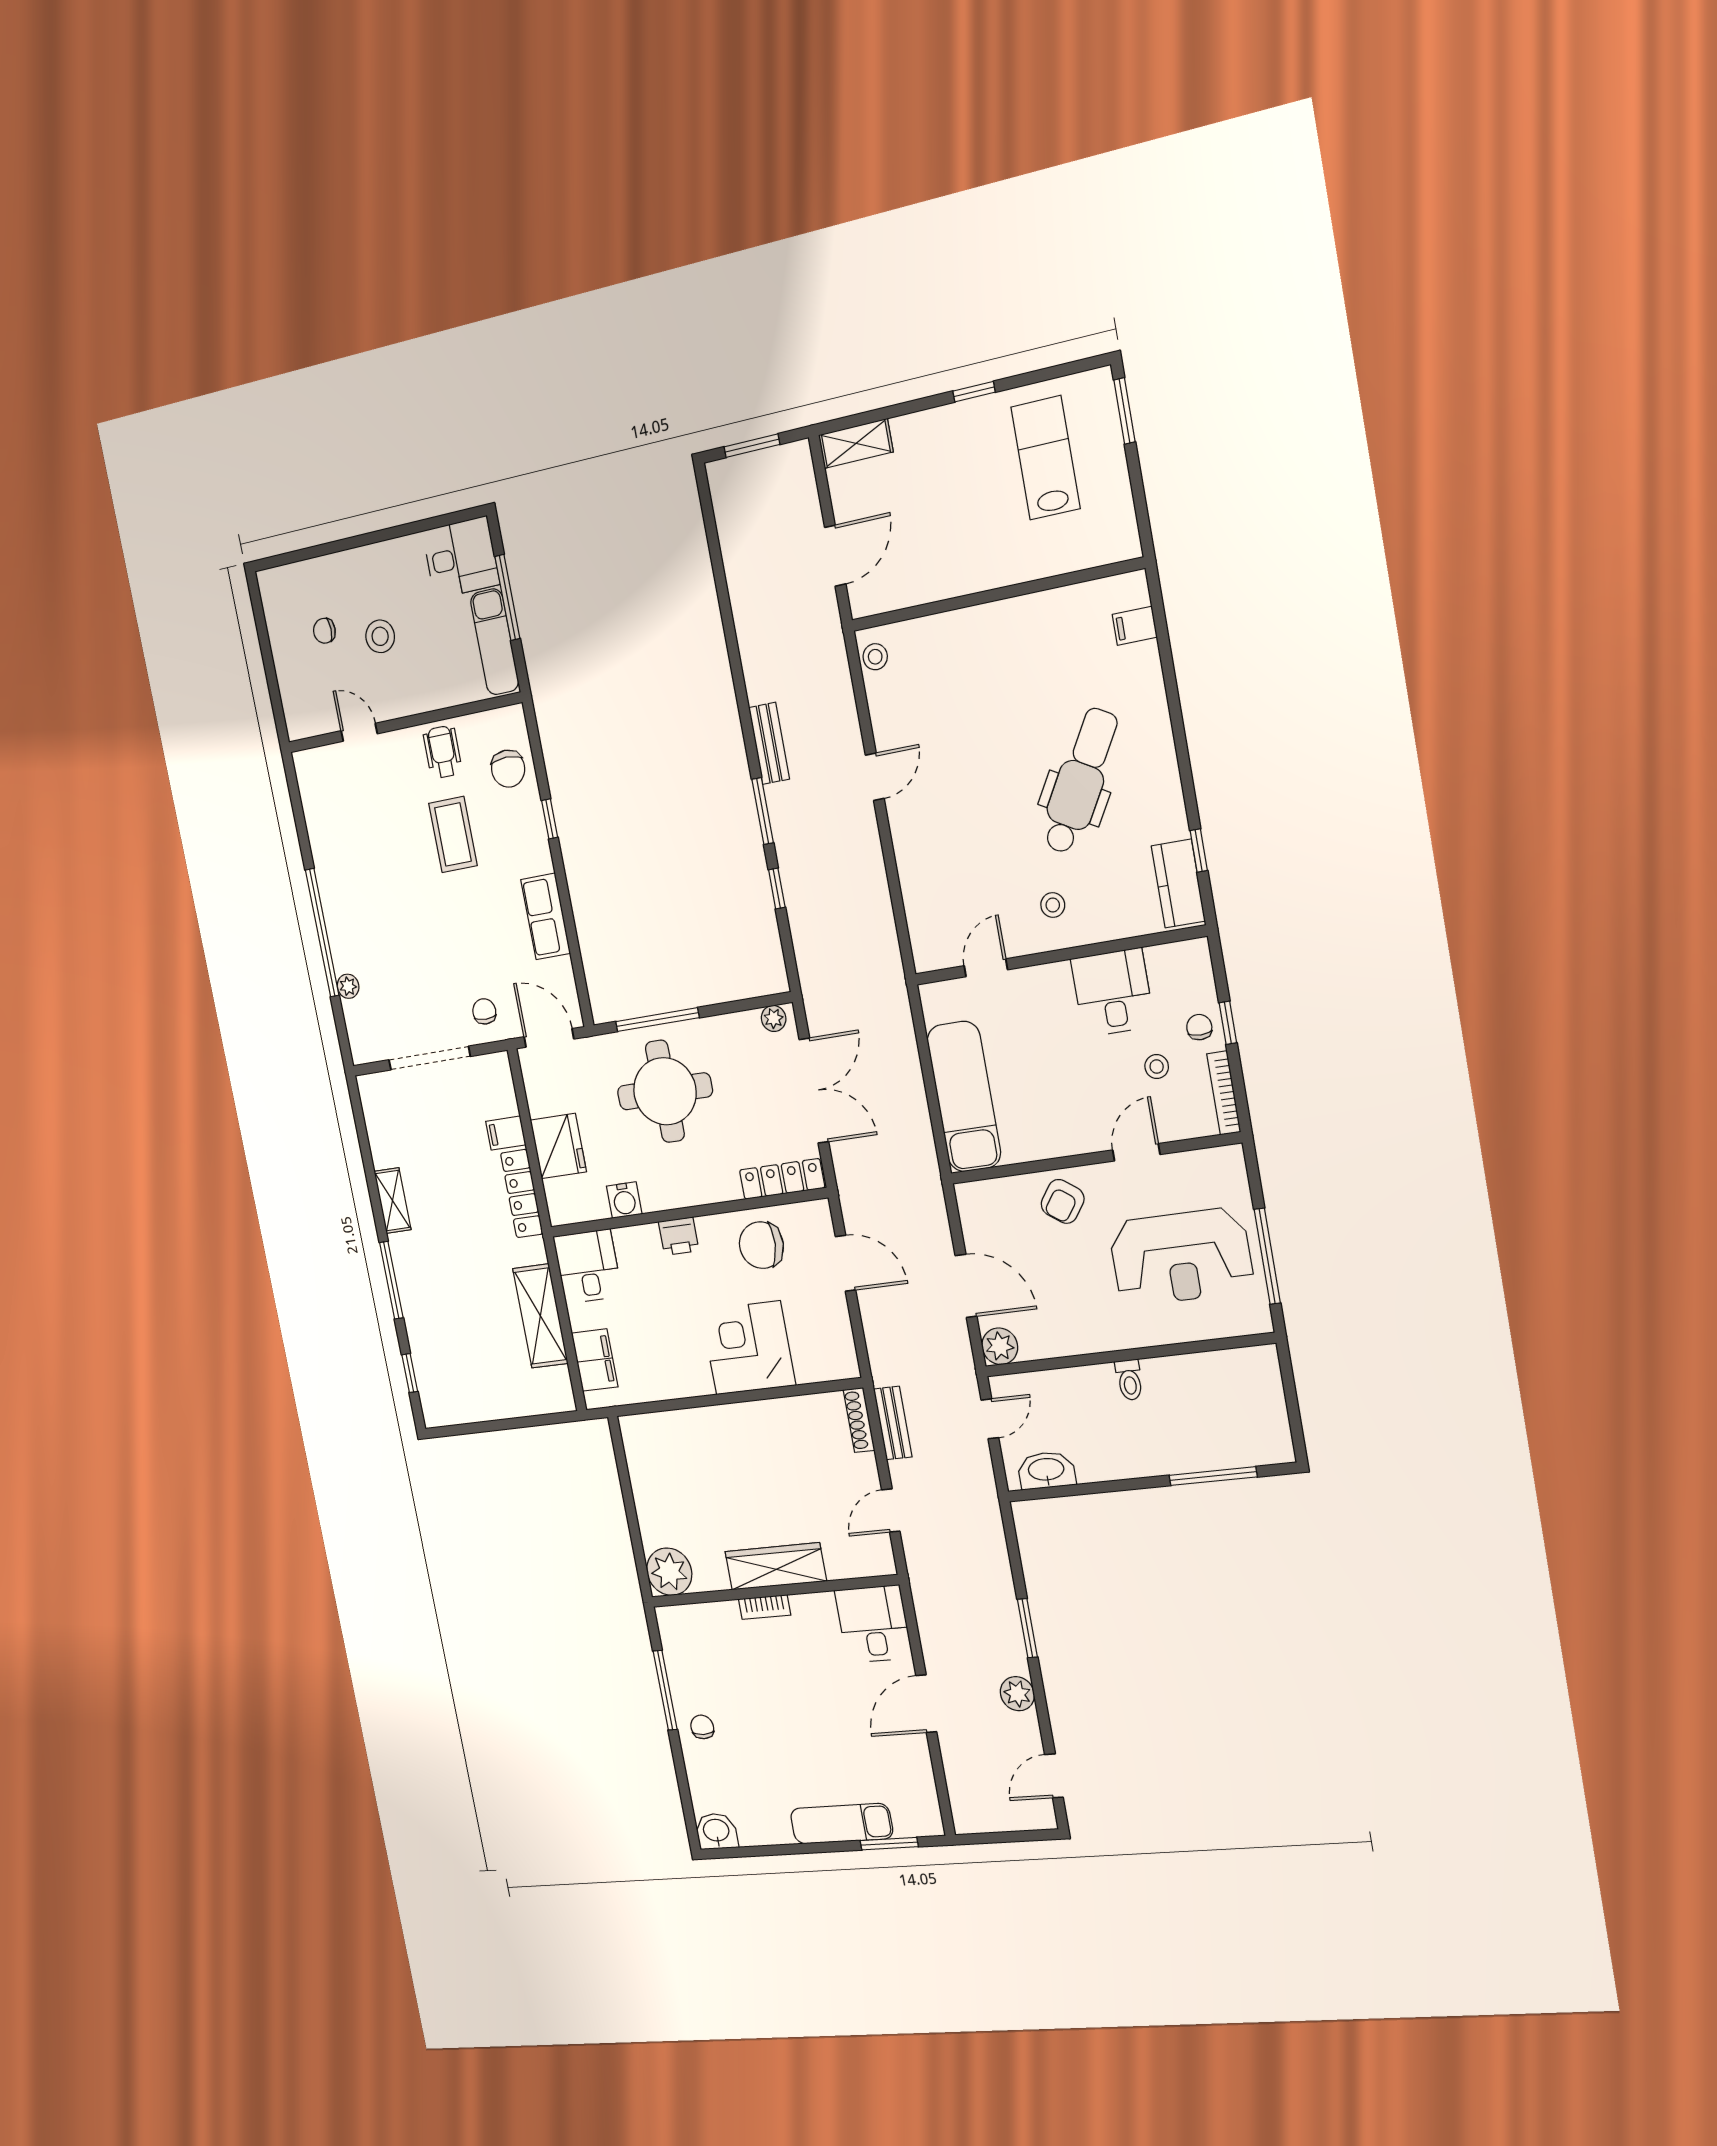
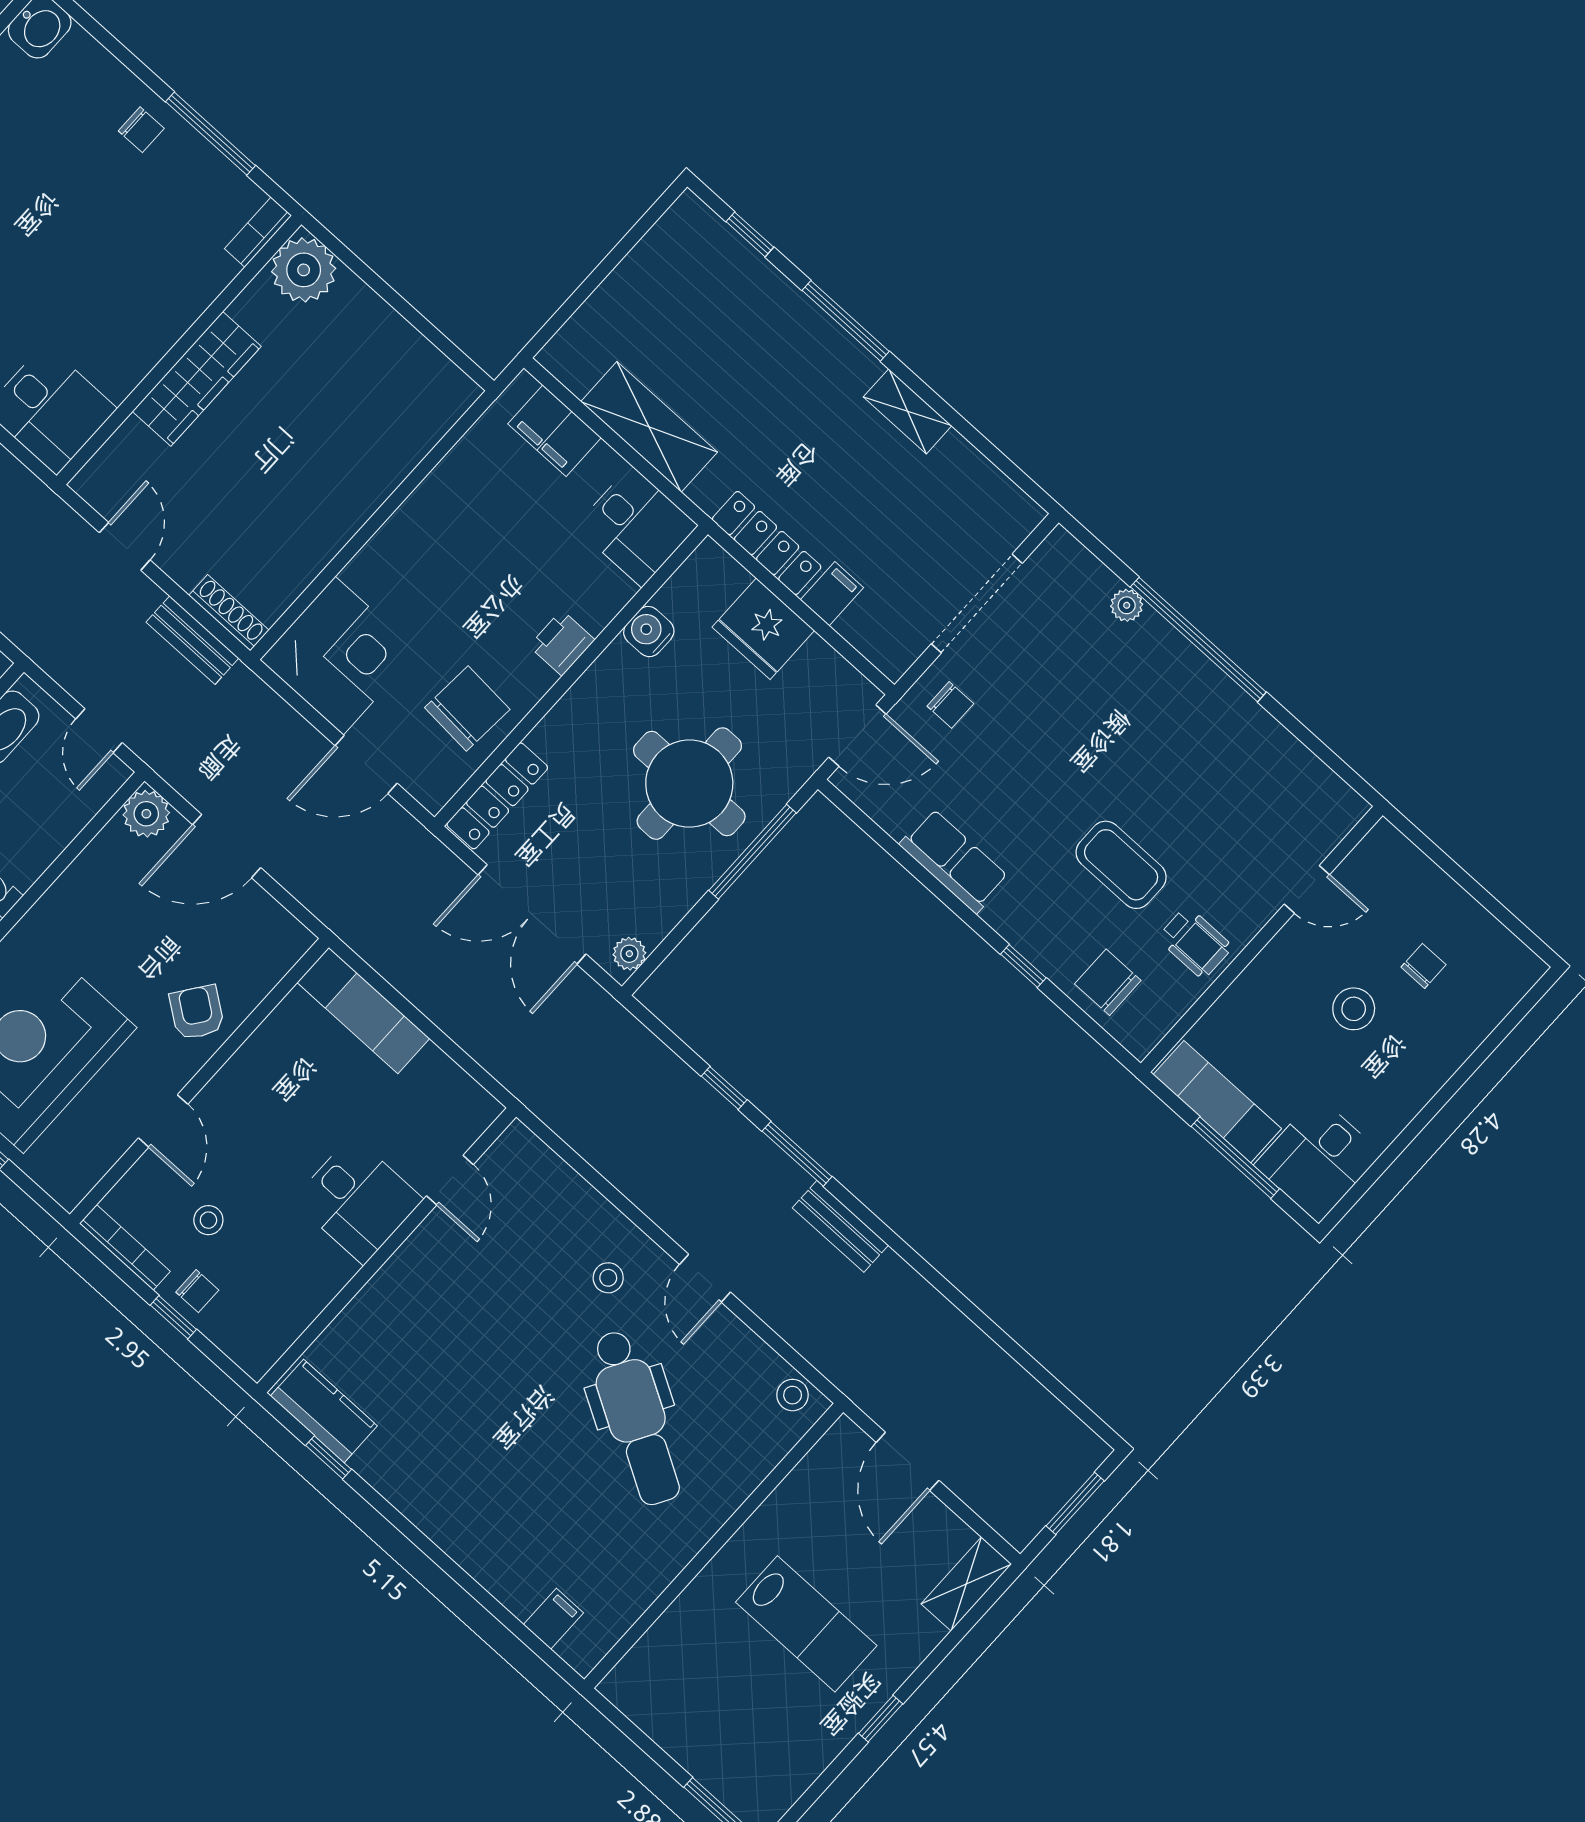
lab bench: (1046, 458) -> (806, 1624), moved
dental chair: (1080, 781) -> (636, 1418), moved
stool: (1053, 905) -> (608, 1278), moved
desk: (1113, 992) -> (358, 1200), moved
exam couch: (964, 1097) -> (363, 1010), width x0.73, depth x0.69
corner desk: (748, 1348) -> (339, 656), moved
bookcase: (765, 1607) -> (258, 232), moved

